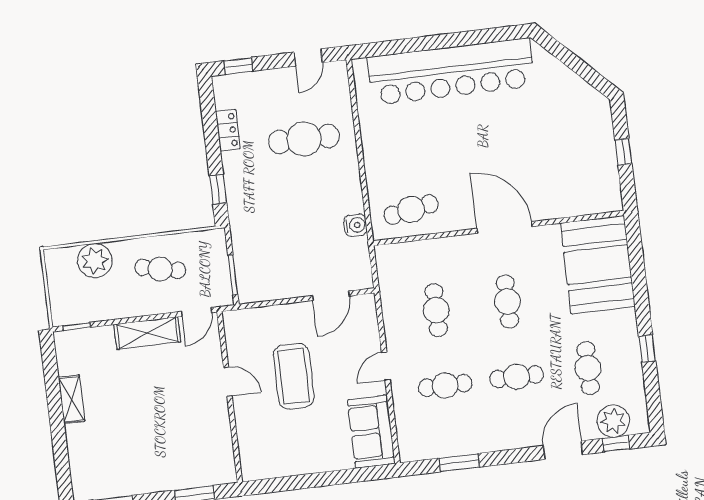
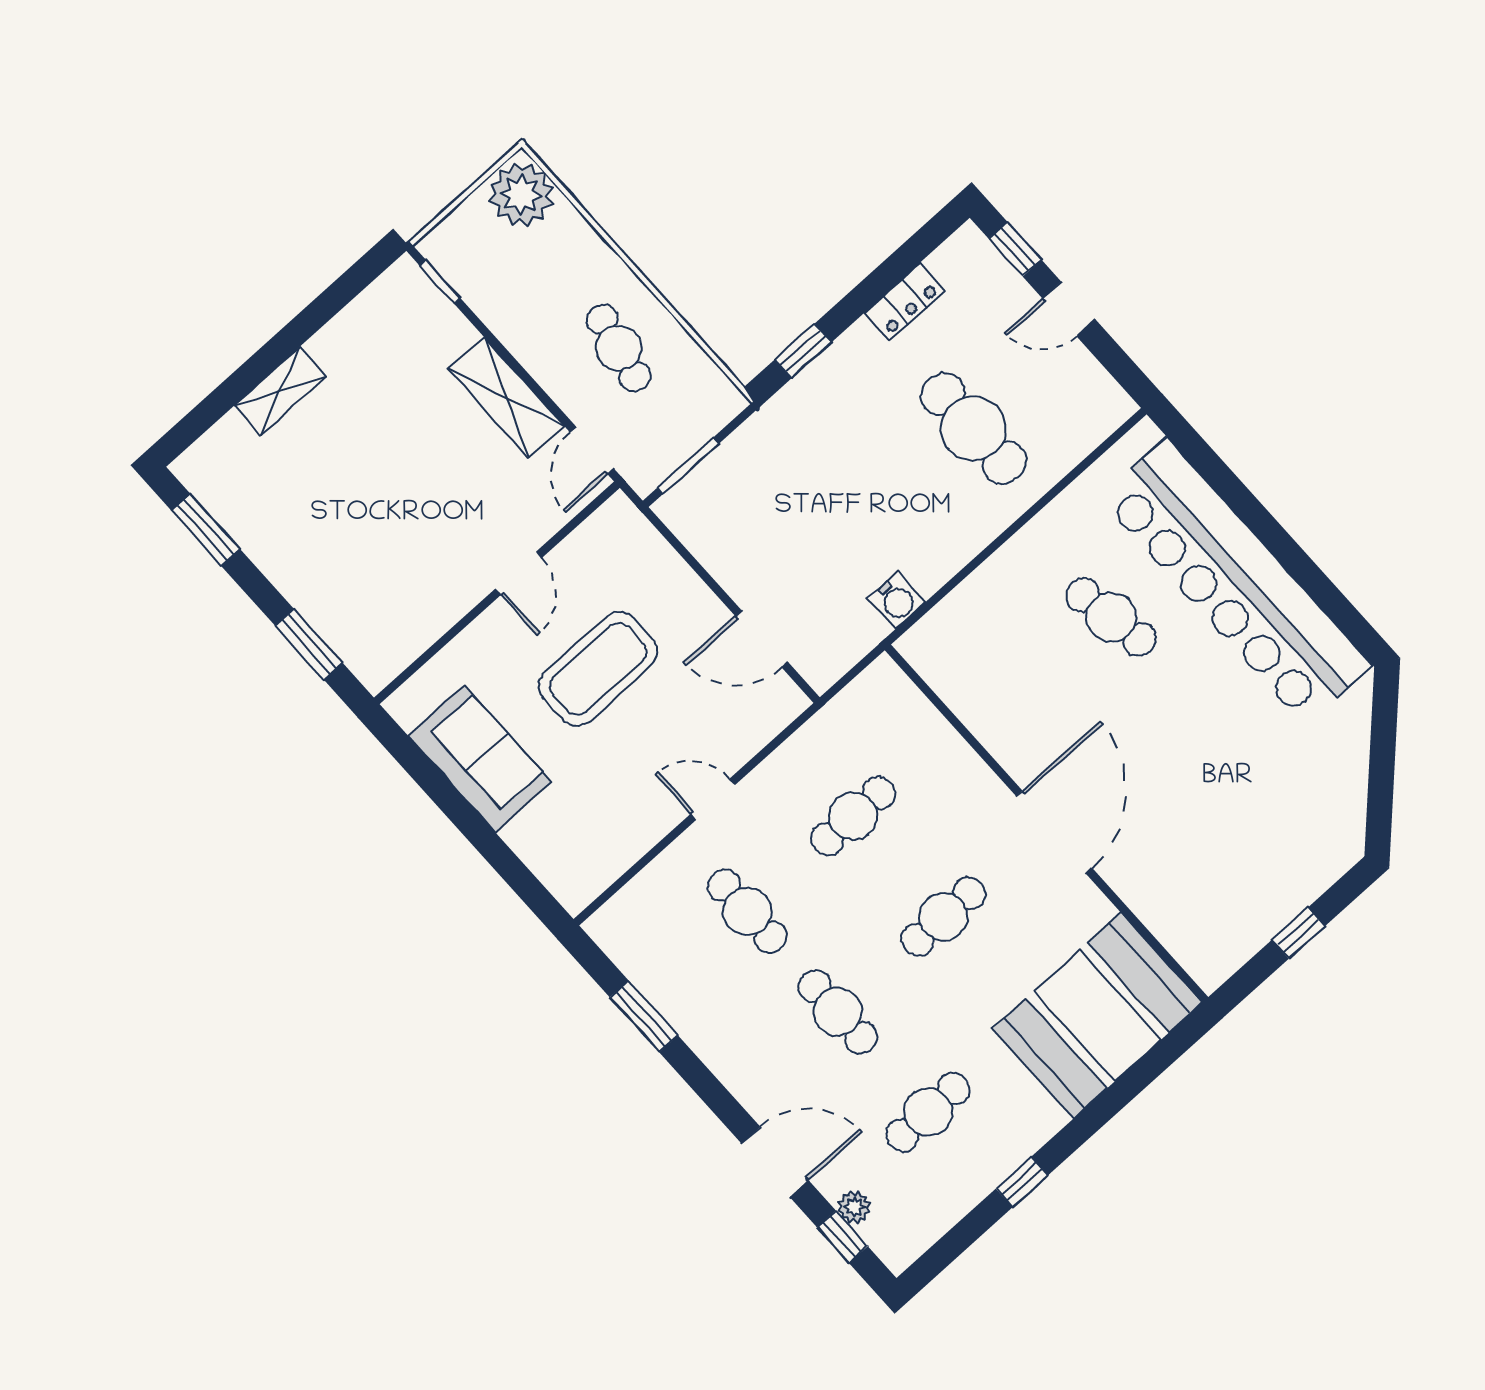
door: (308, 58) -> (1069, 309), moved
cafe table: (411, 210) -> (1111, 617), moved
plant: (95, 261) -> (521, 195), moved
door: (197, 312) -> (592, 450), hinge flipped
shelving: (72, 399) -> (280, 391), moved
plant: (613, 421) -> (854, 1207), width x0.53, depth x0.53
sofa: (371, 432) -> (480, 759), moved, turned 90

